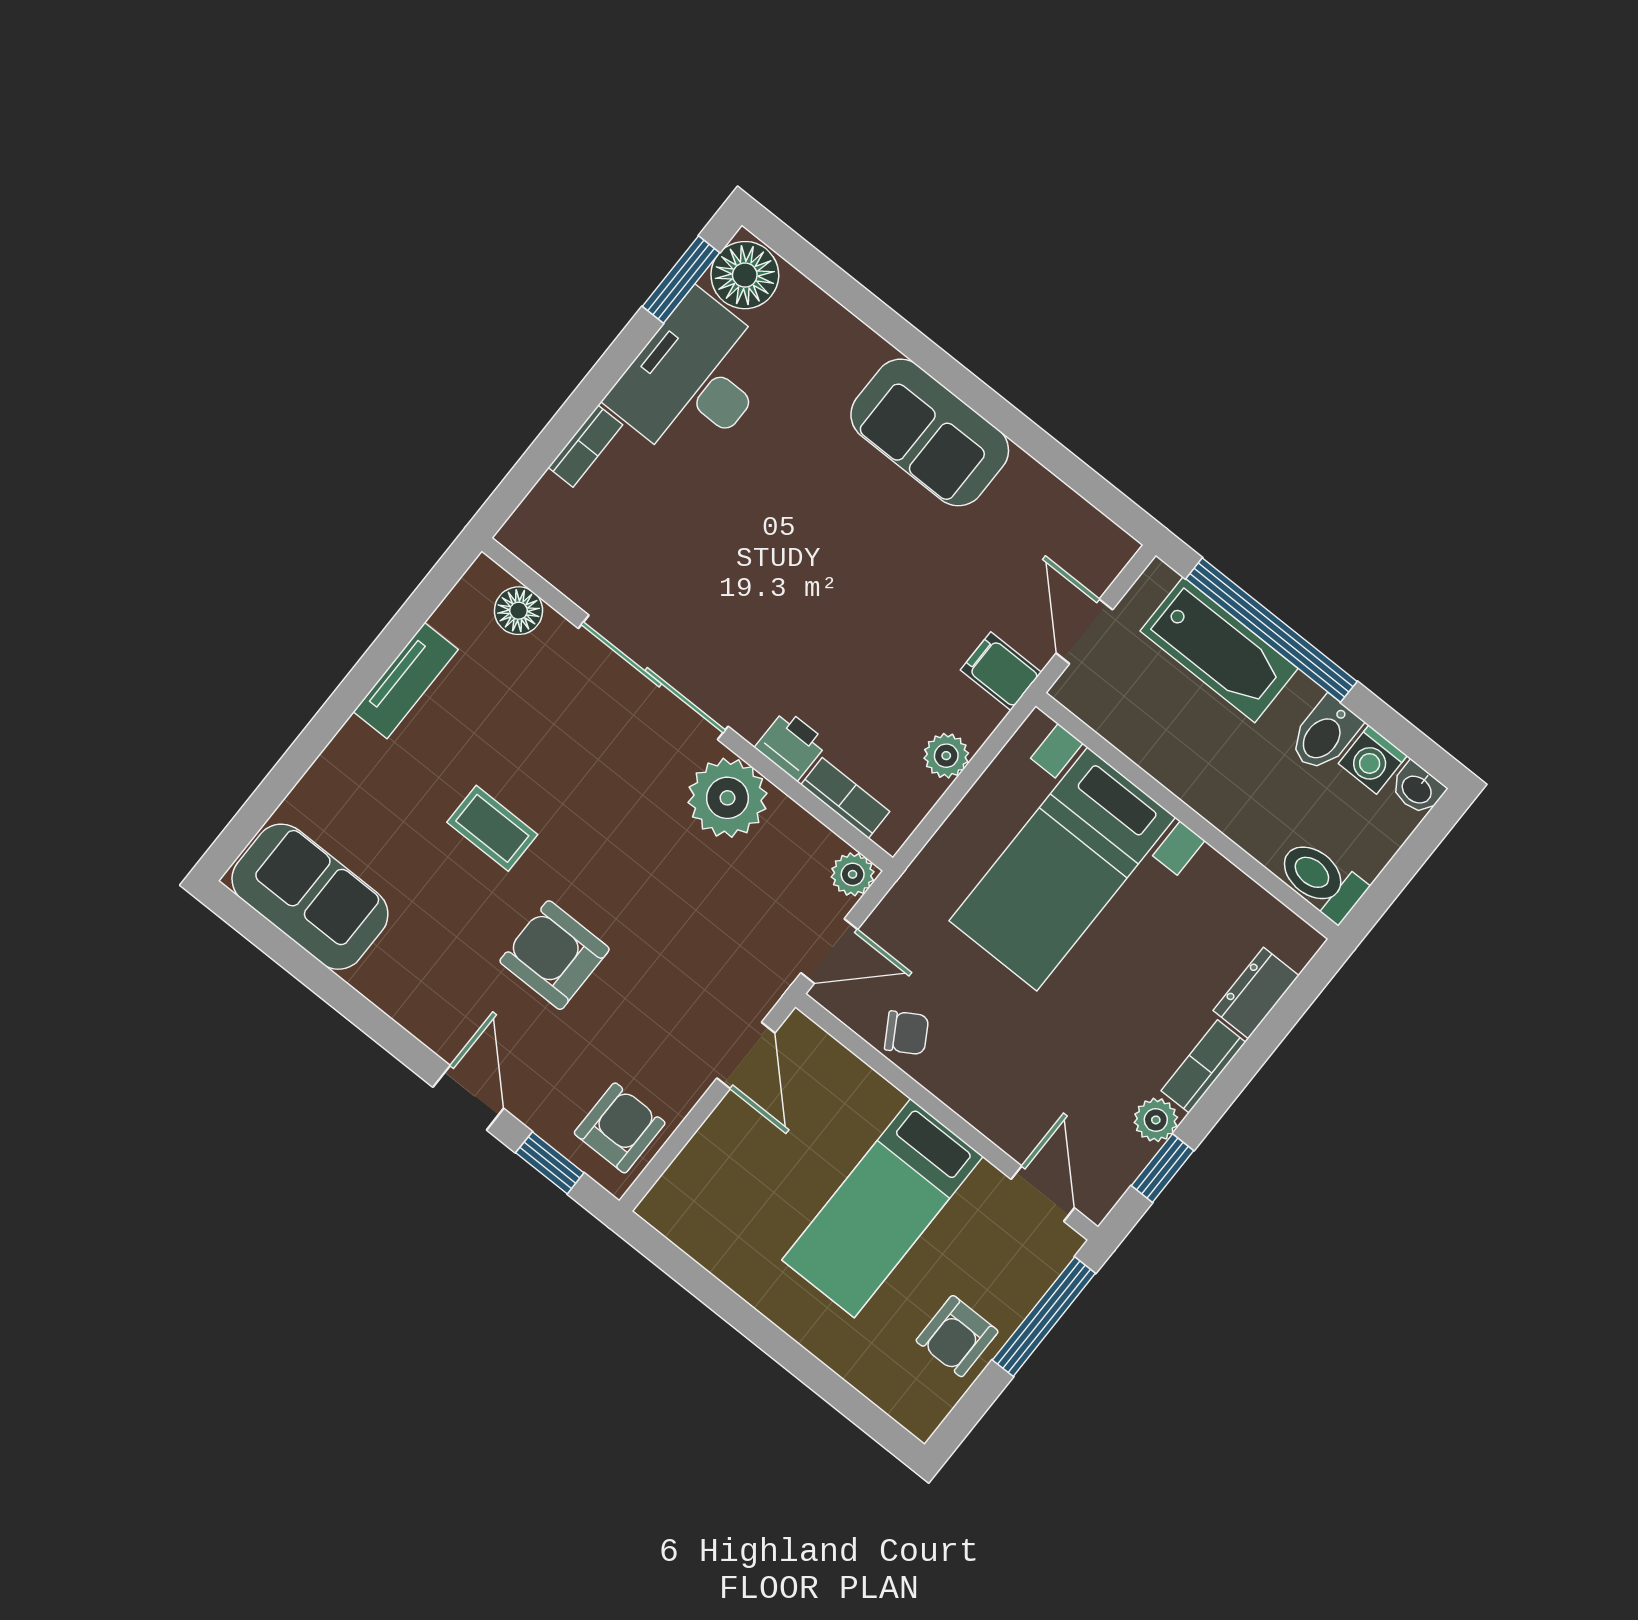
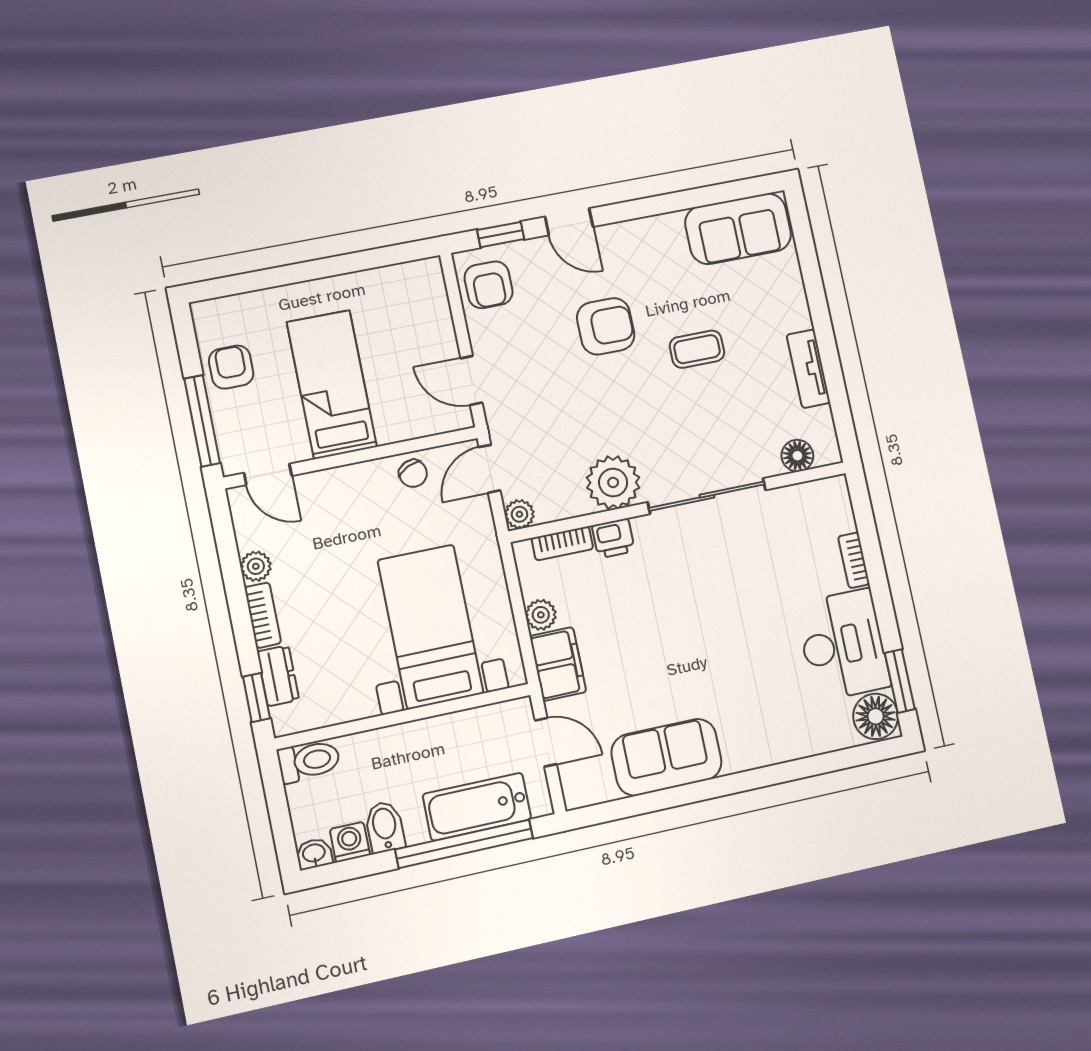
sofa: (930, 432) -> (667, 757), moved
filing cabinet: (1001, 671) -> (558, 664), width x2.00
chair: (907, 1033) -> (413, 473), turned -84
window: (1162, 1168) -> (256, 698), moved

